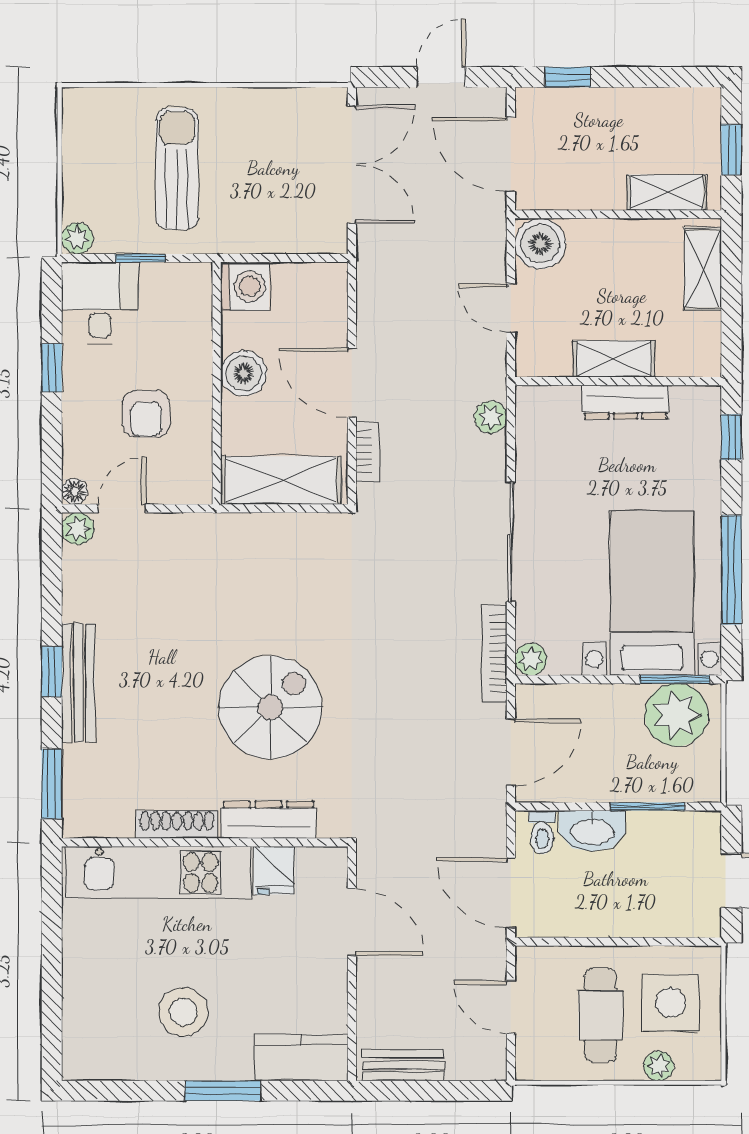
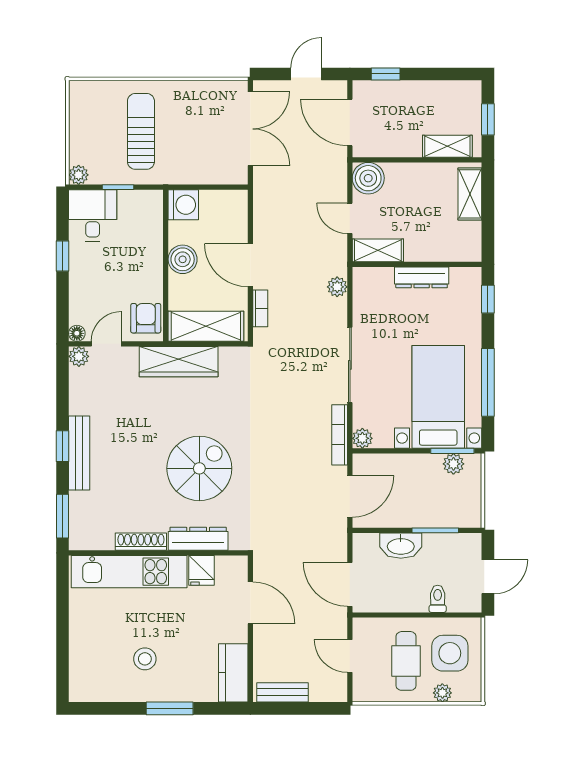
shelving: (614, 359) -> (378, 250), moved
armchair: (146, 414) -> (146, 318), moved, turned 180
wardrobe: (237, 537) -> (179, 362), added
plant: (676, 715) -> (453, 464), width x0.53, depth x0.53
toilet: (542, 832) -> (438, 599), moved, turned 180
stool: (183, 1012) -> (145, 659), width x0.73, depth x0.73
kitchen counter: (301, 1057) -> (233, 673), moved, turned -90

